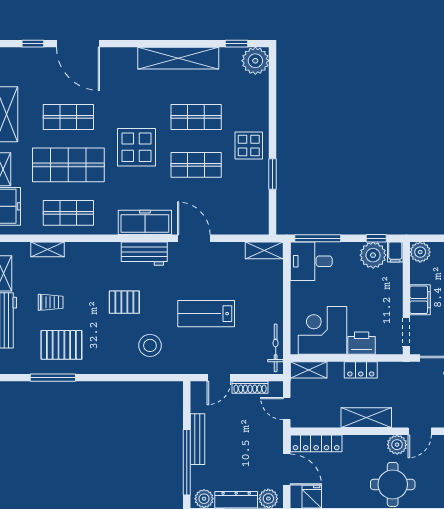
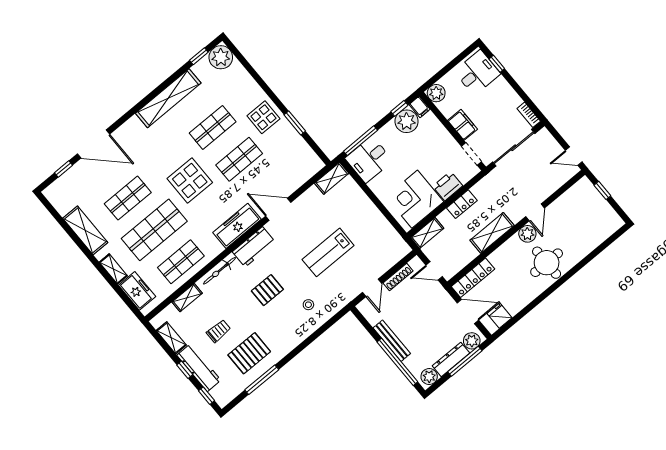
stool: (150, 345) -> (308, 305), width x0.53, depth x0.53
bicycle: (276, 348) -> (219, 271), moved, turned -90

